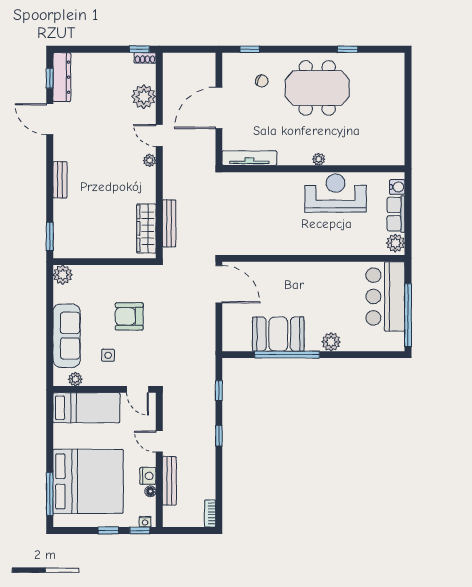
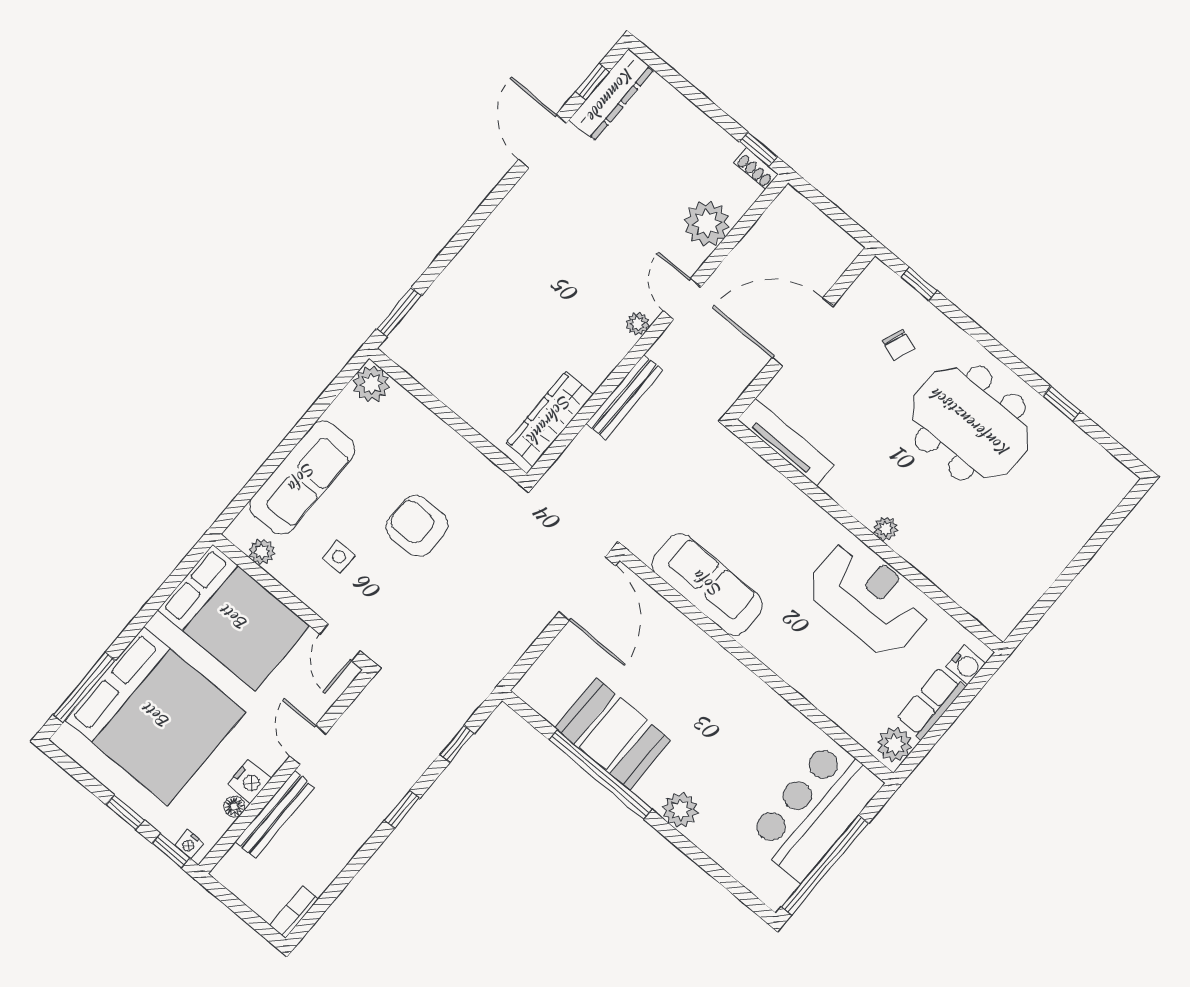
bench: (60, 180) -> (483, 242), removed
bench: (169, 223) -> (625, 397), moved
sofa: (266, 242) -> (707, 584), added
bed: (86, 408) -> (234, 618), width x1.50

